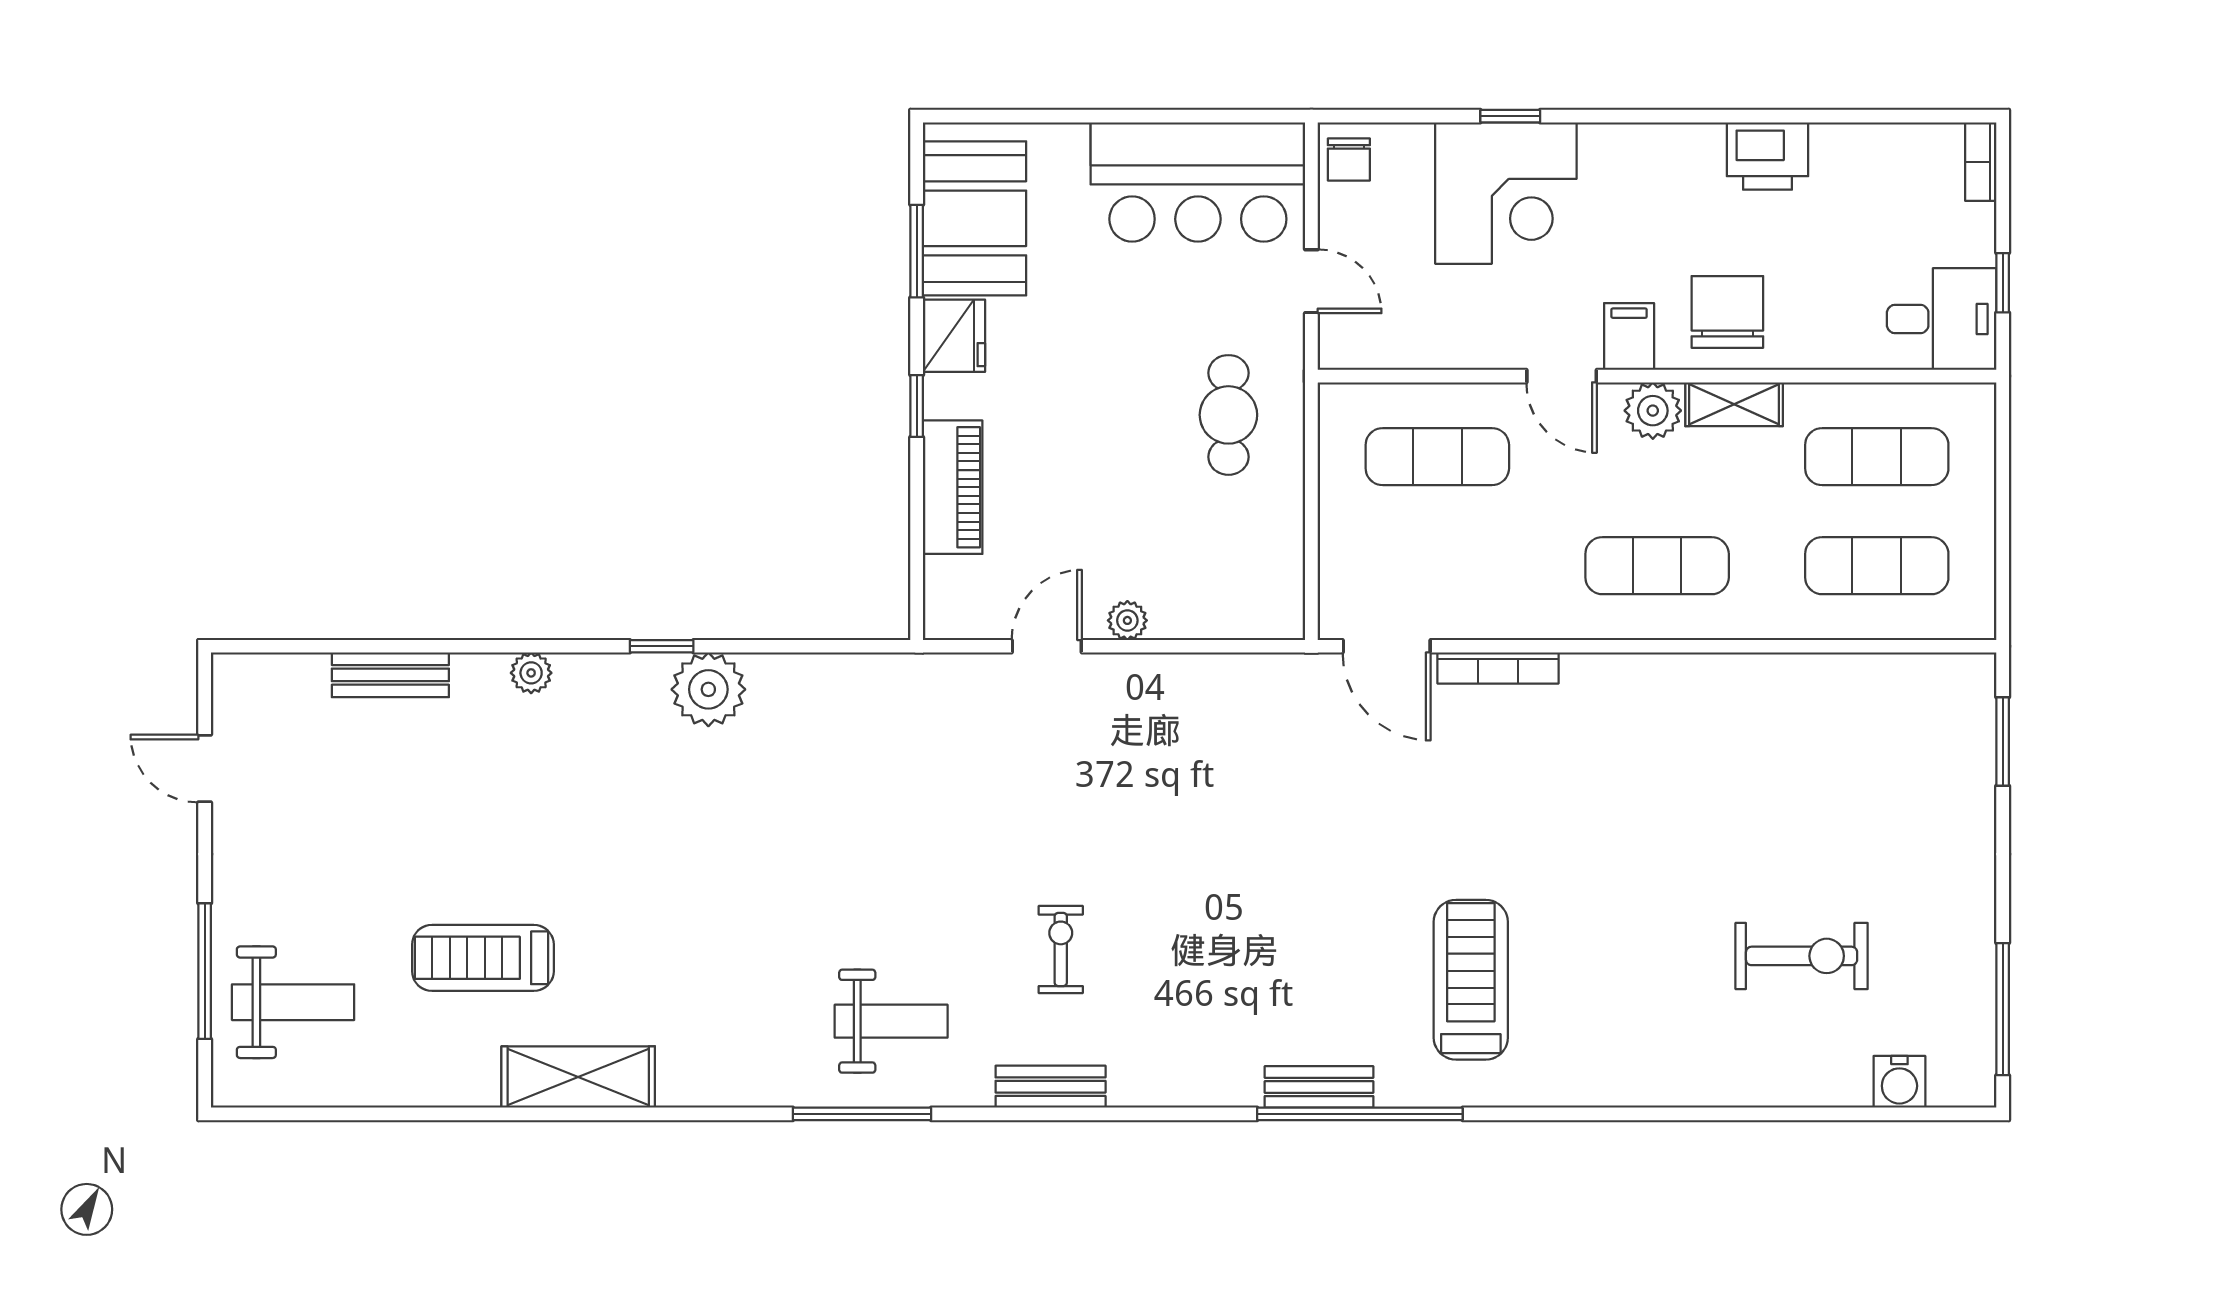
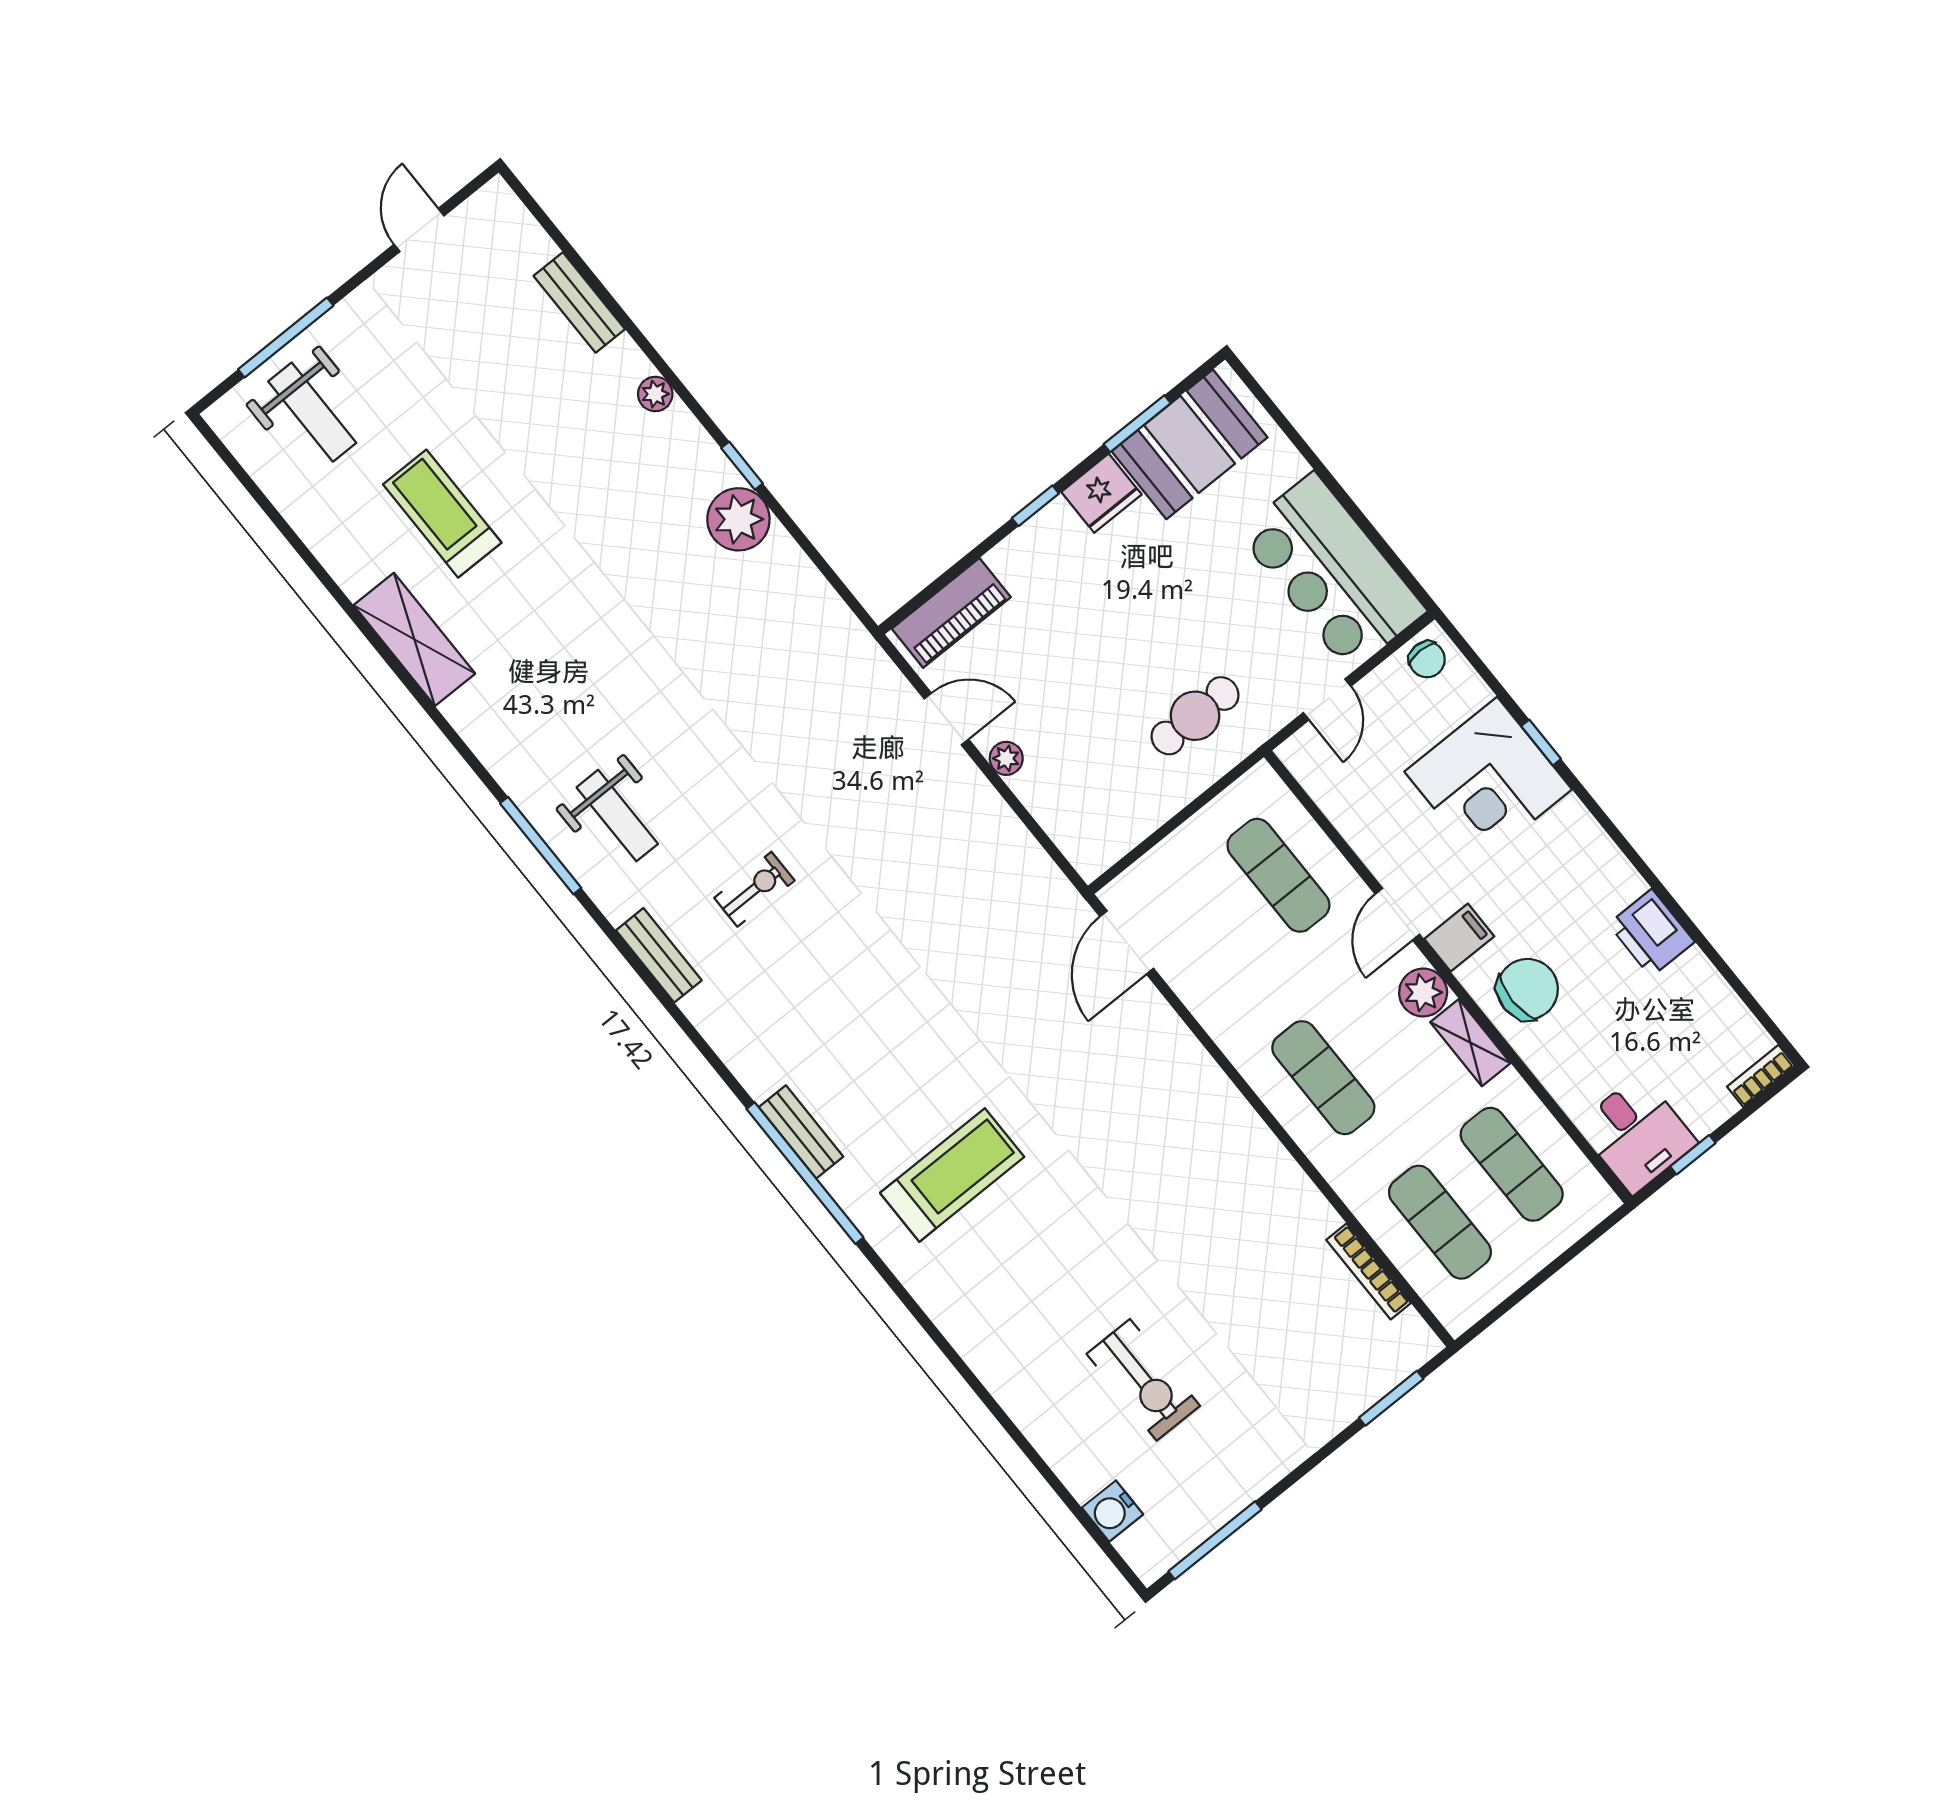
chair: (1349, 160) -> (1427, 659), turned -90
piano: (953, 487) -> (951, 613), moved
bookcase: (1498, 668) -> (1369, 1271), moved

